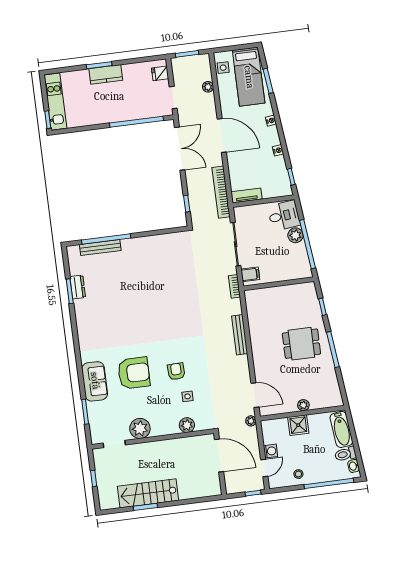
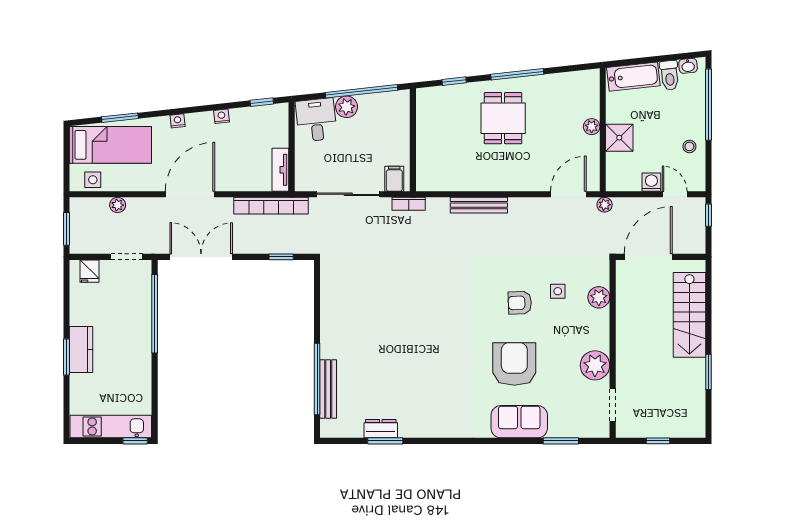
stairs: (148, 493) -> (689, 315), moved

